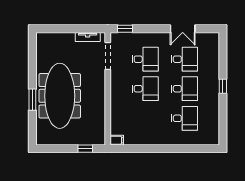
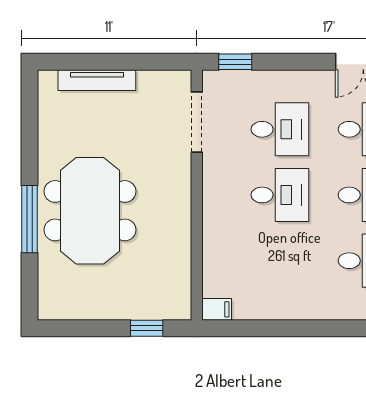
tv unit: (88, 37) -> (97, 80), moved, width x1.41
meeting table: (60, 96) -> (90, 211), width x0.73
window: (32, 100) -> (30, 219), width x1.44

